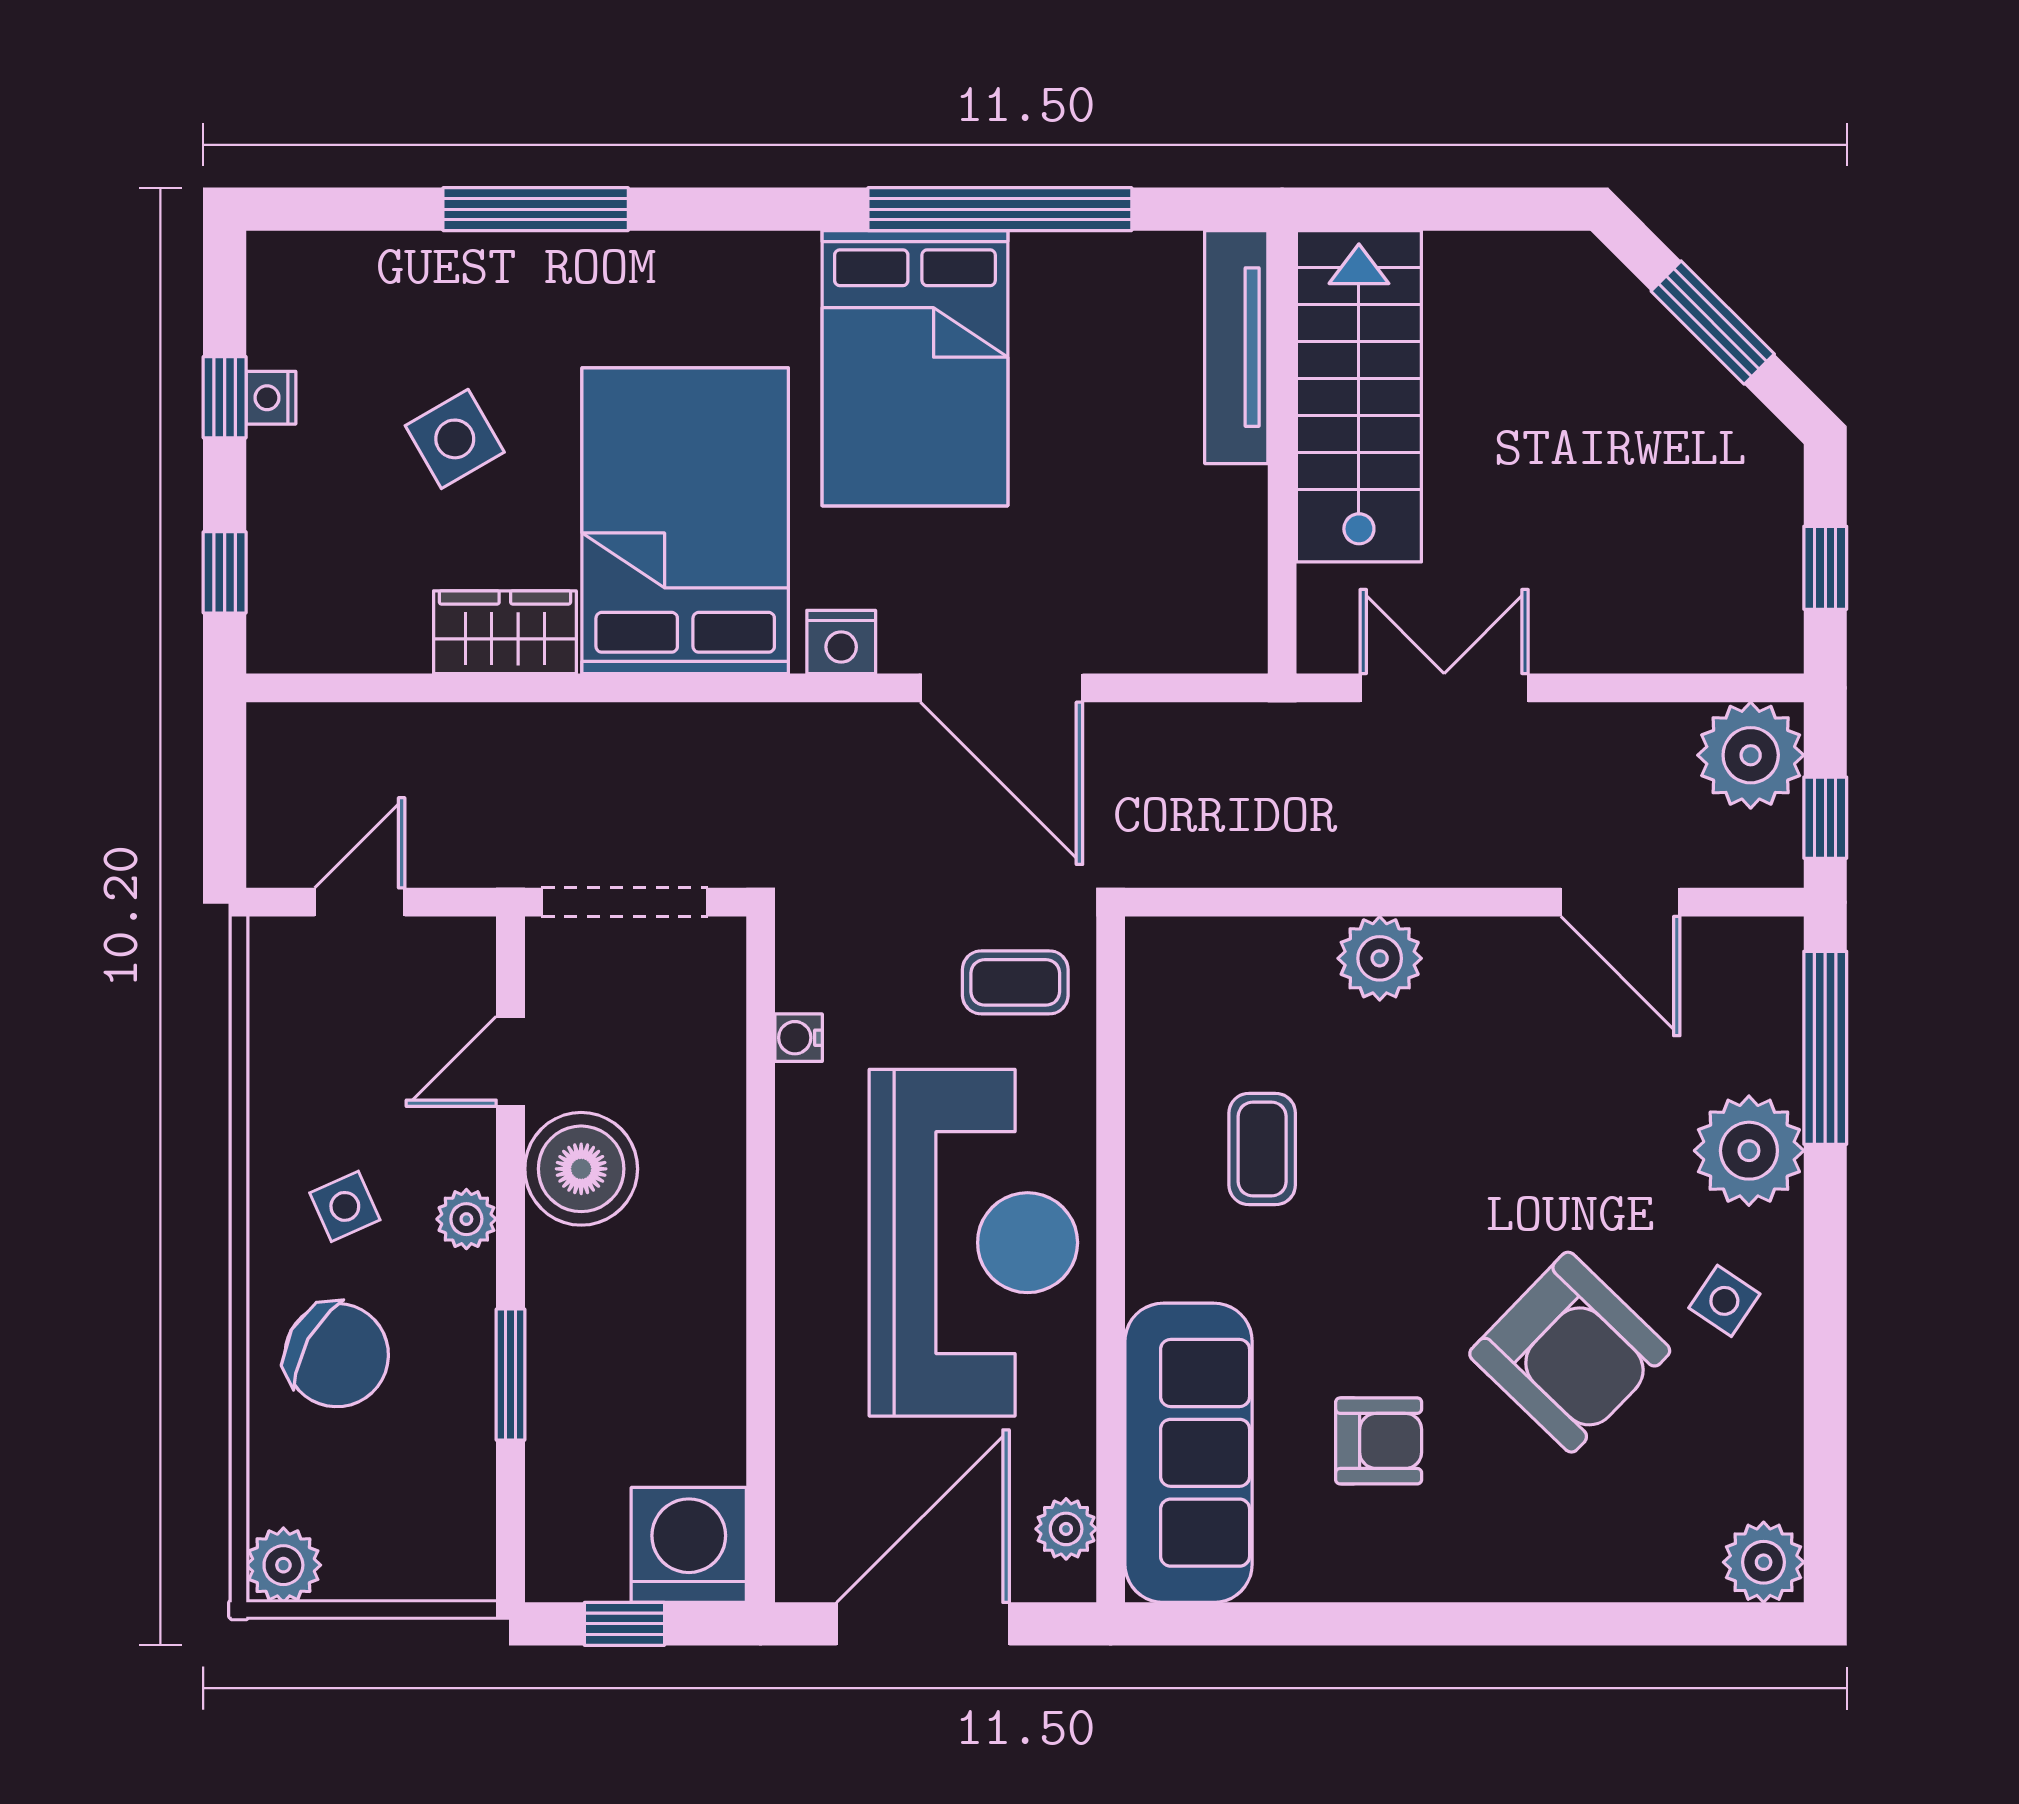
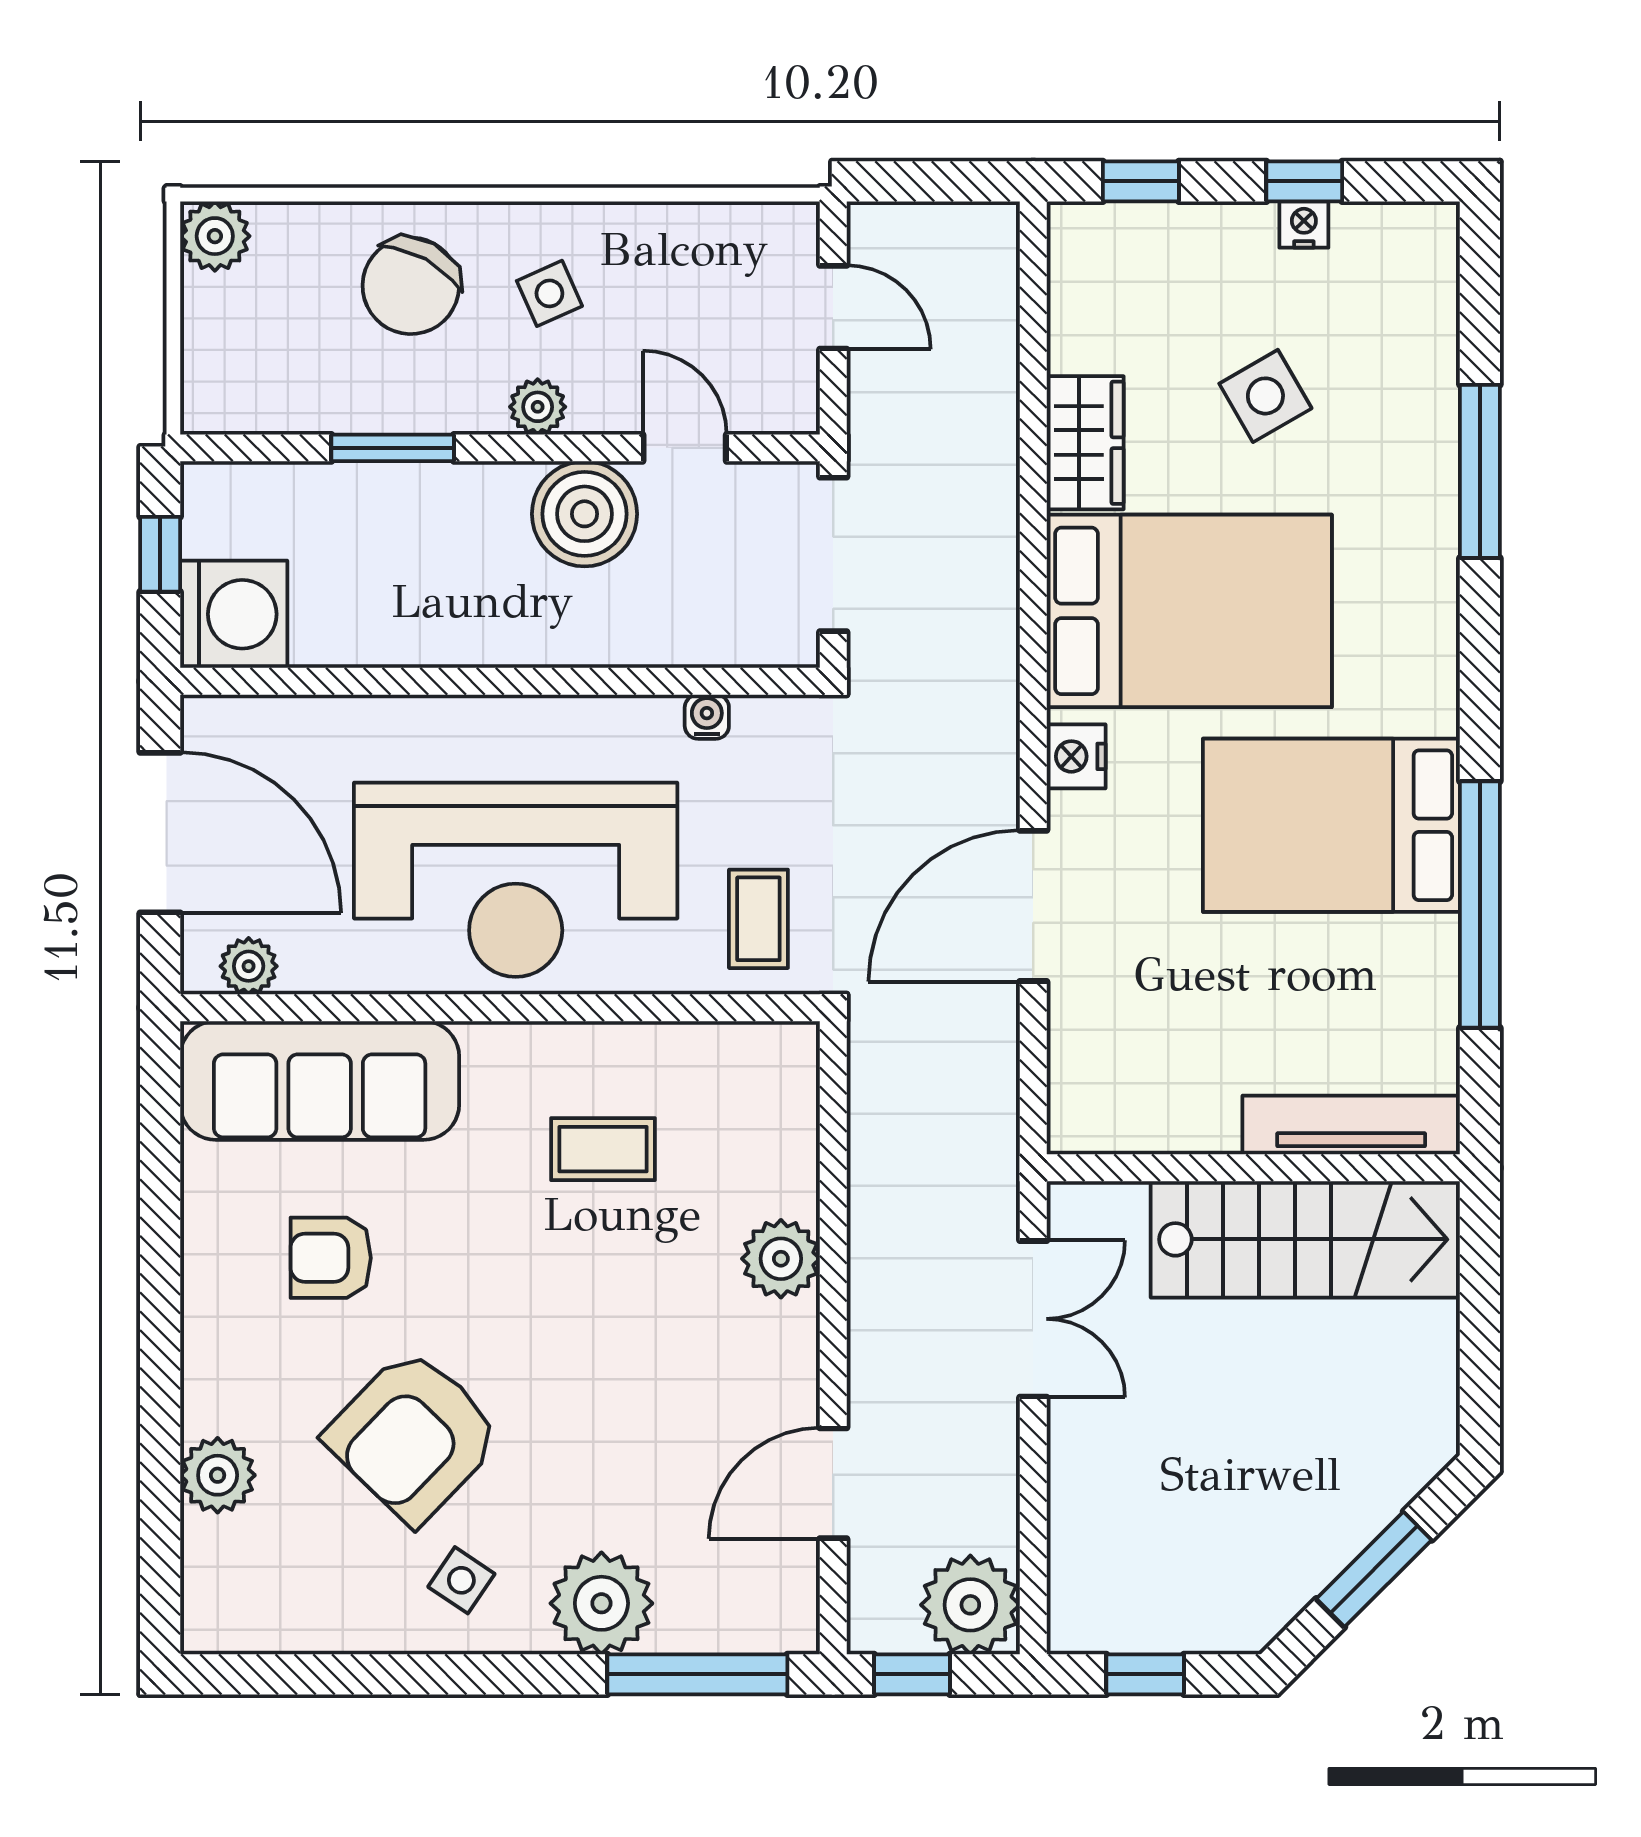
armchair: (1379, 1441) -> (331, 1258), turned 90
plant: (1764, 1562) -> (218, 1475), moved

